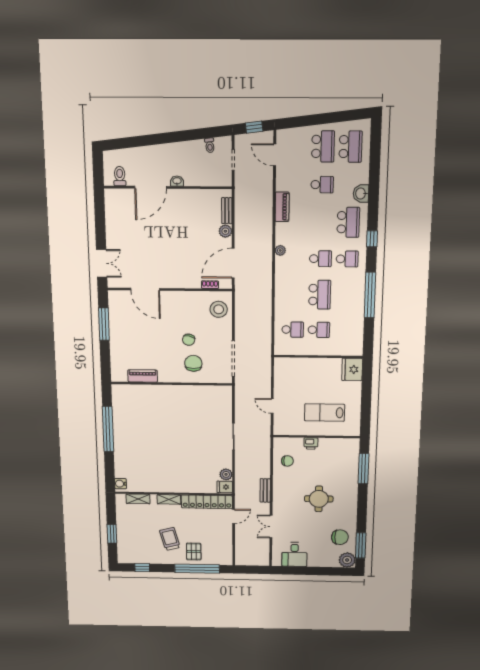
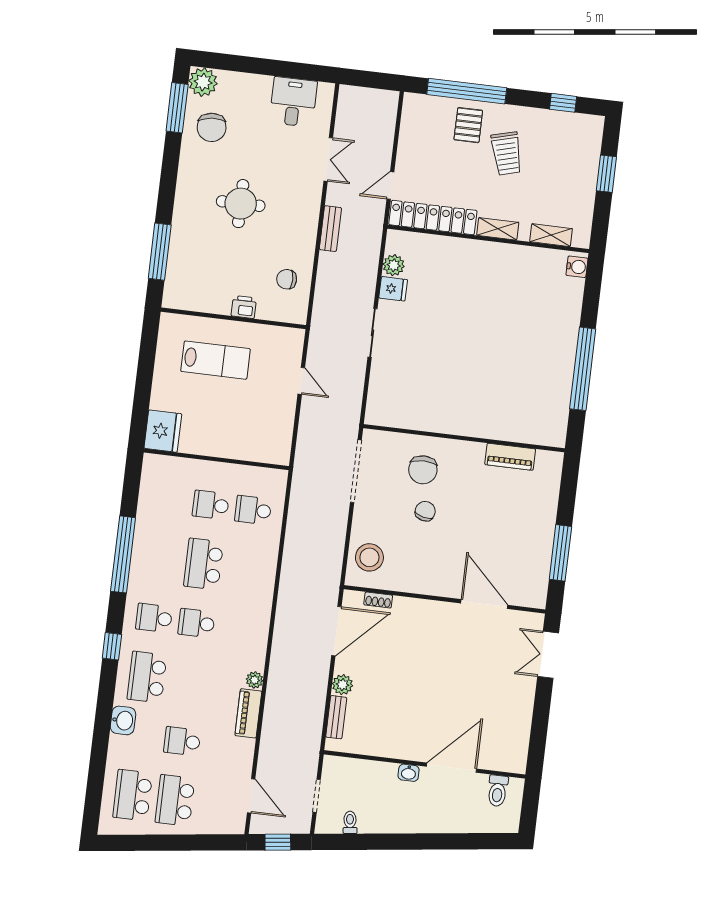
plant: (280, 250) -> (255, 680), moved
fridge: (225, 487) -> (393, 289), moved
chair: (340, 537) -> (212, 127), turned -95

